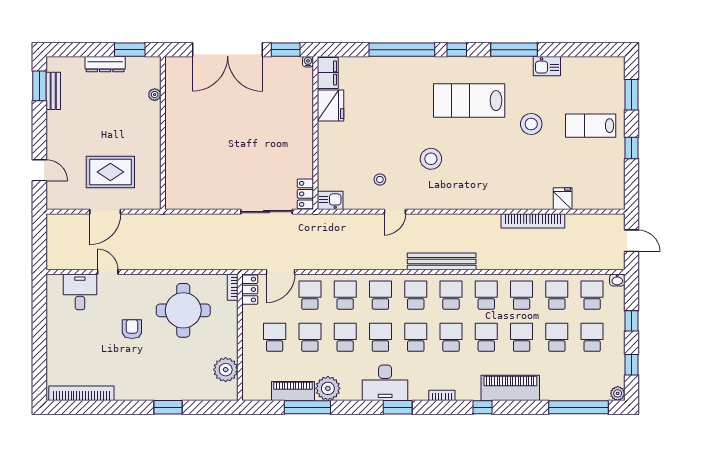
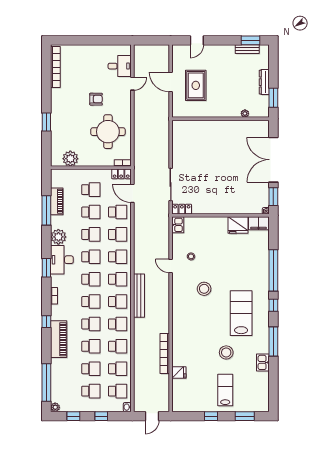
plant: (328, 388) -> (58, 237), moved

